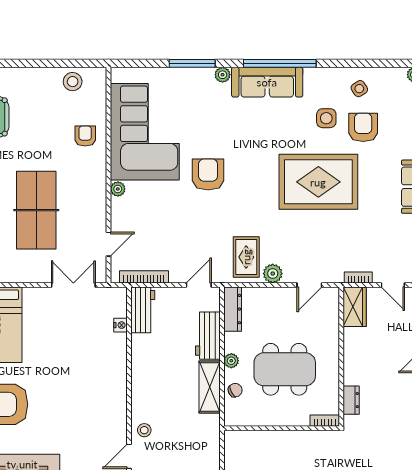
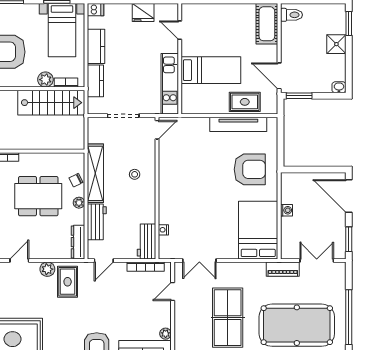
shelving: (210, 387) -> (95, 173), width x1.47
stool: (144, 430) -> (135, 174), moved

